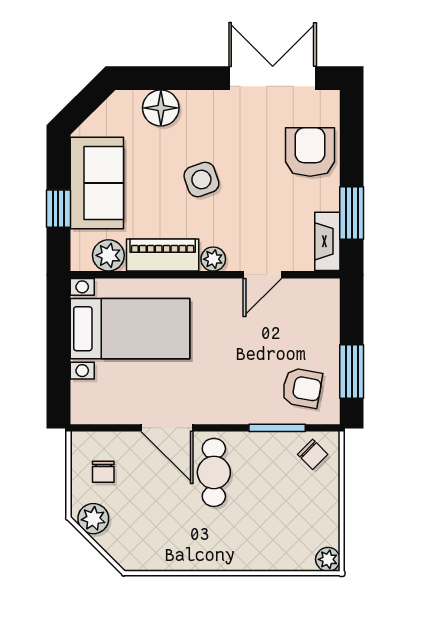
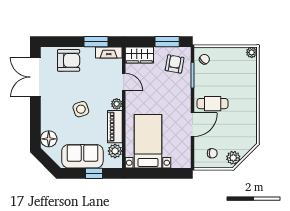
floor lamp: (161, 108) -> (49, 139), moved
armchair: (310, 152) -> (69, 60), turned 180
wardrobe: (322, 309) -> (139, 55), added

